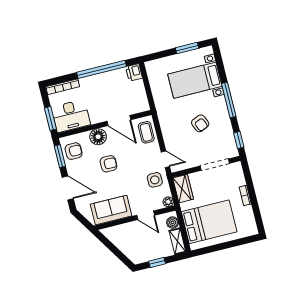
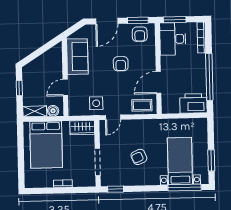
printer: (134, 72) -> (193, 103), width x1.87, depth x1.48
window: (229, 100) -> (185, 188), moved
floor lamp: (98, 137) -> (148, 60), removed
plant: (168, 202) -> (73, 111), removed

